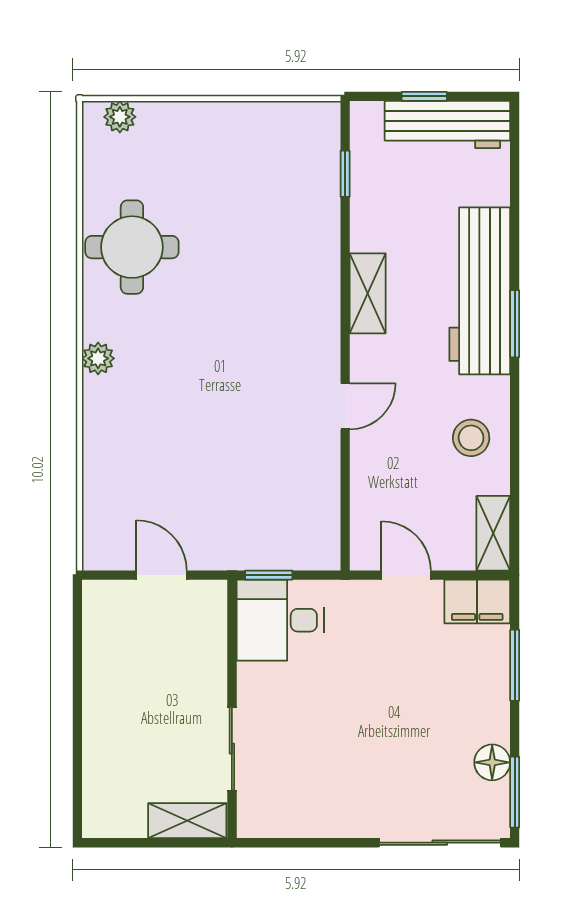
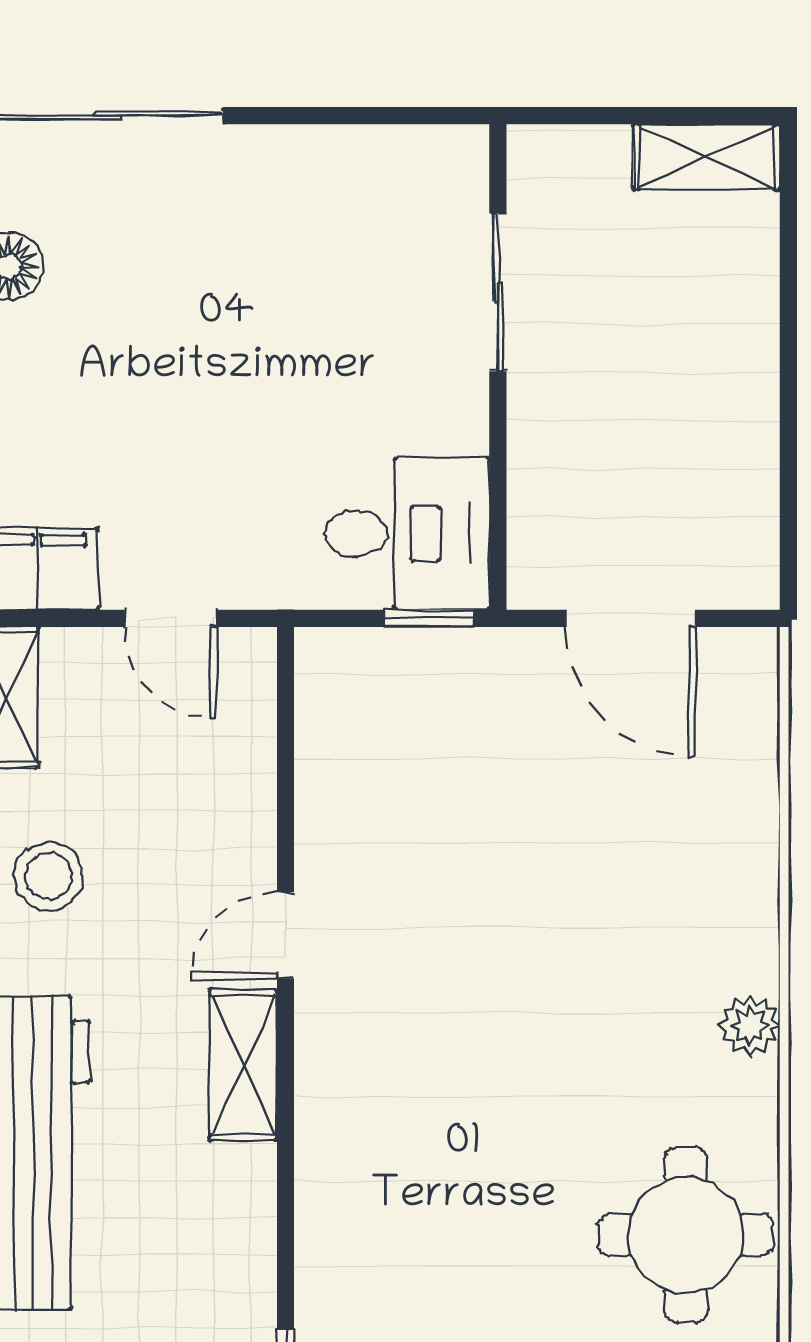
shelving: (368, 293) -> (243, 1065), moved
door: (161, 575) -> (630, 618), width x1.38
shelving: (187, 821) -> (706, 157), moved

